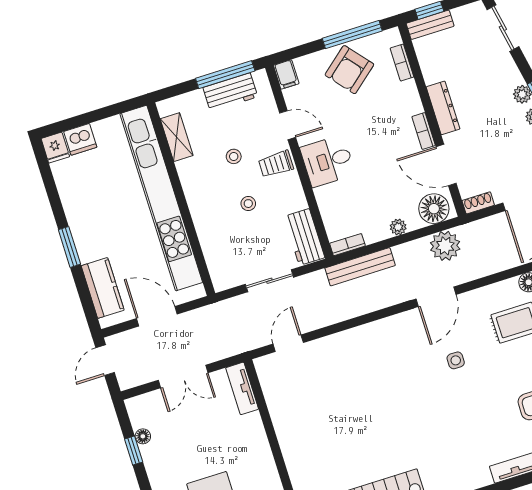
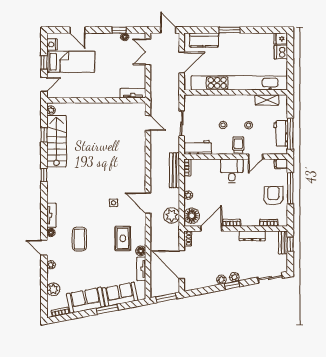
window: (352, 35) -> (290, 188), moved
armchair: (349, 70) -> (273, 196), turned 40
dresser: (443, 108) -> (252, 236), moved
double door: (183, 376) -> (148, 52), moved

